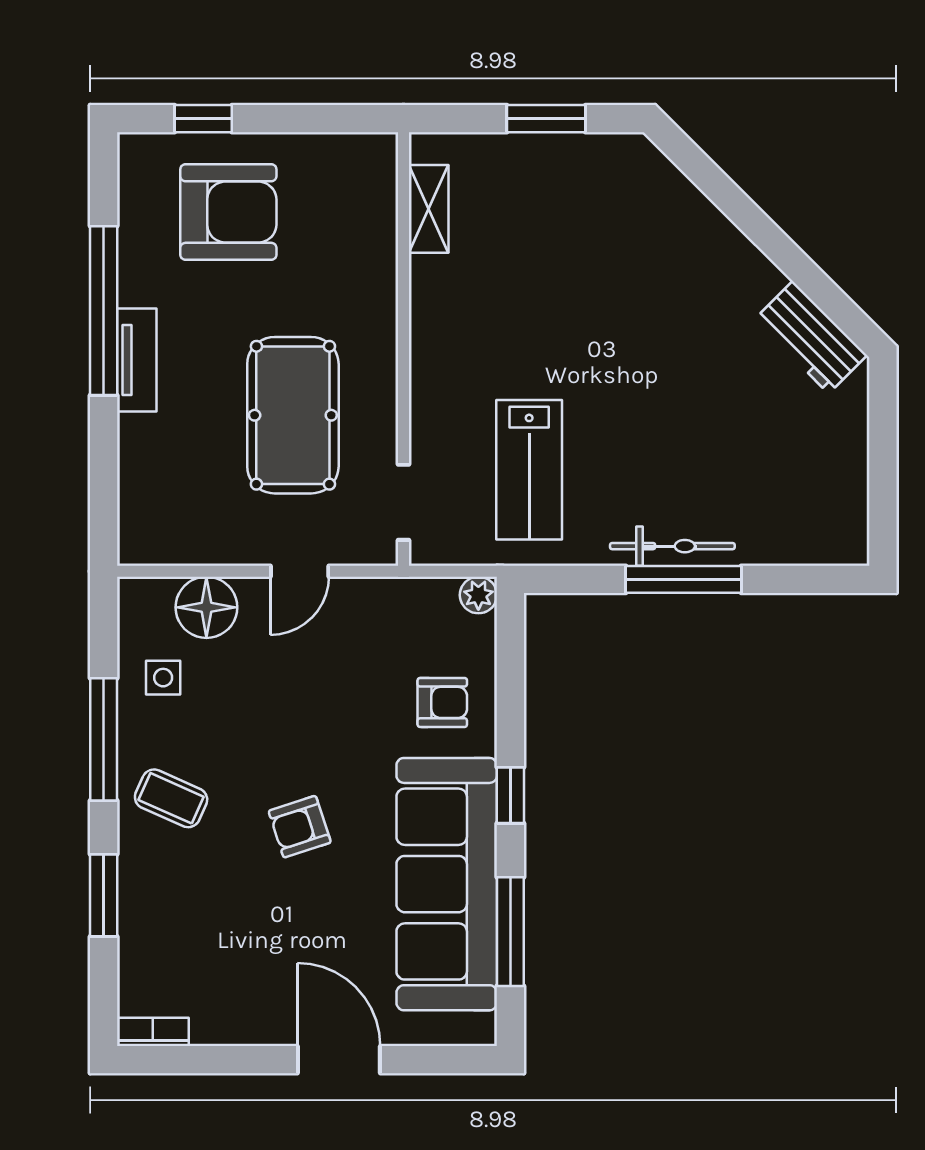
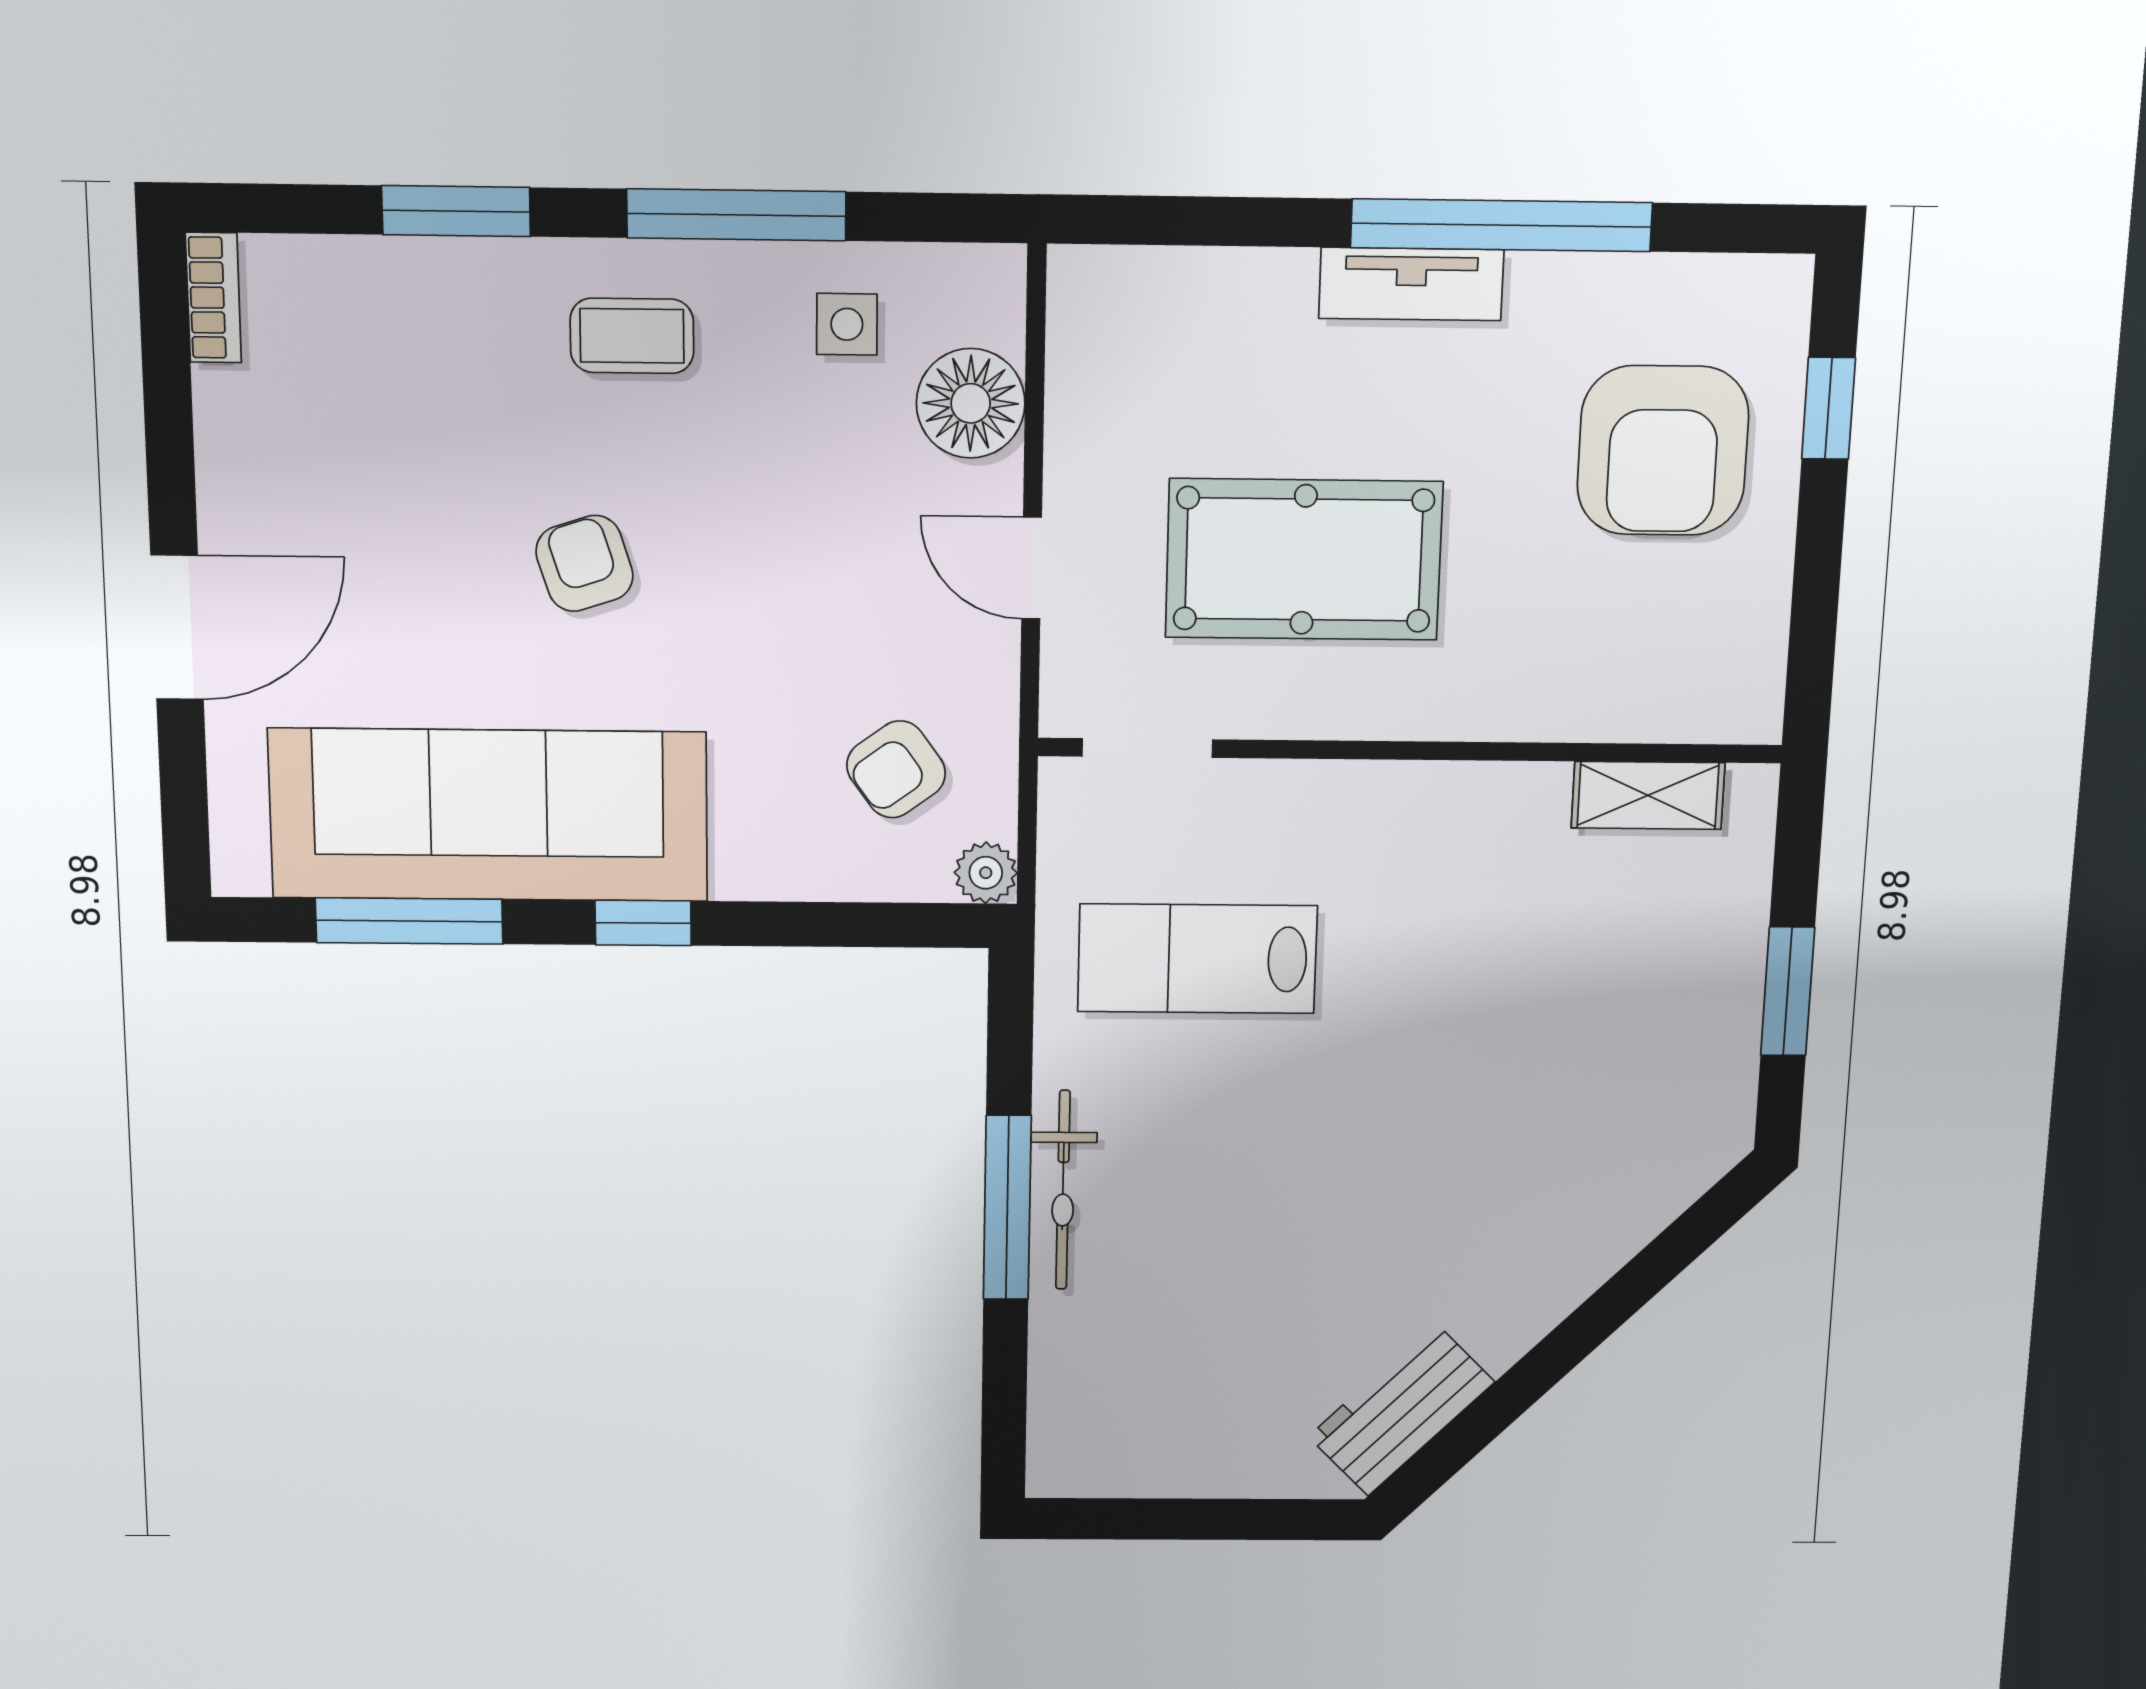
armchair: (442, 702) -> (896, 769), moved, turned 54
coffee table: (171, 798) -> (632, 336), turned 66

